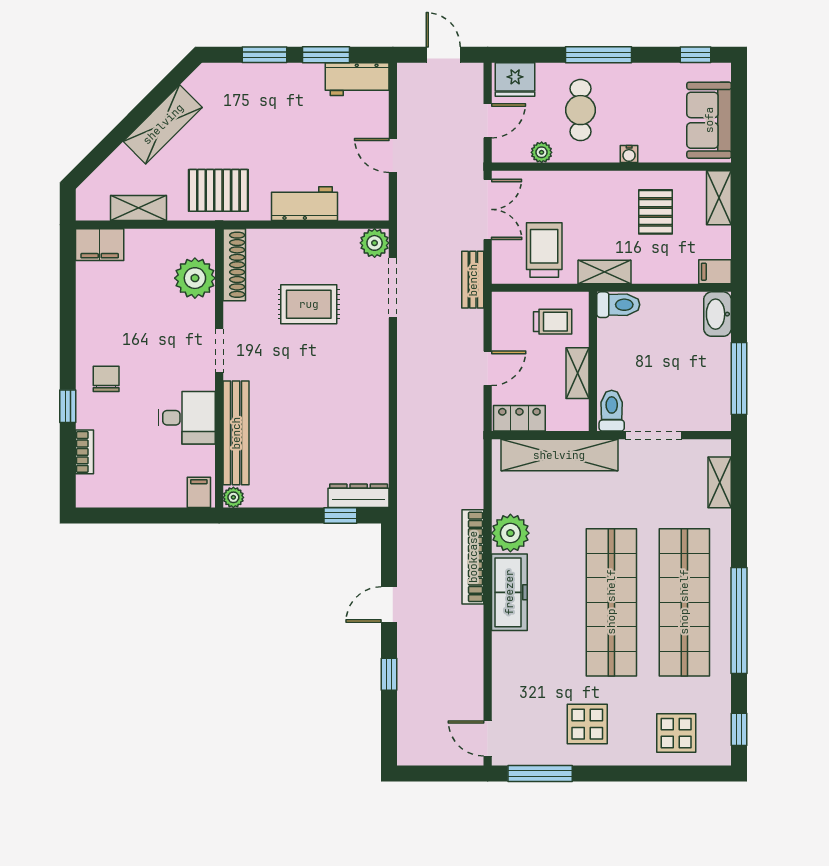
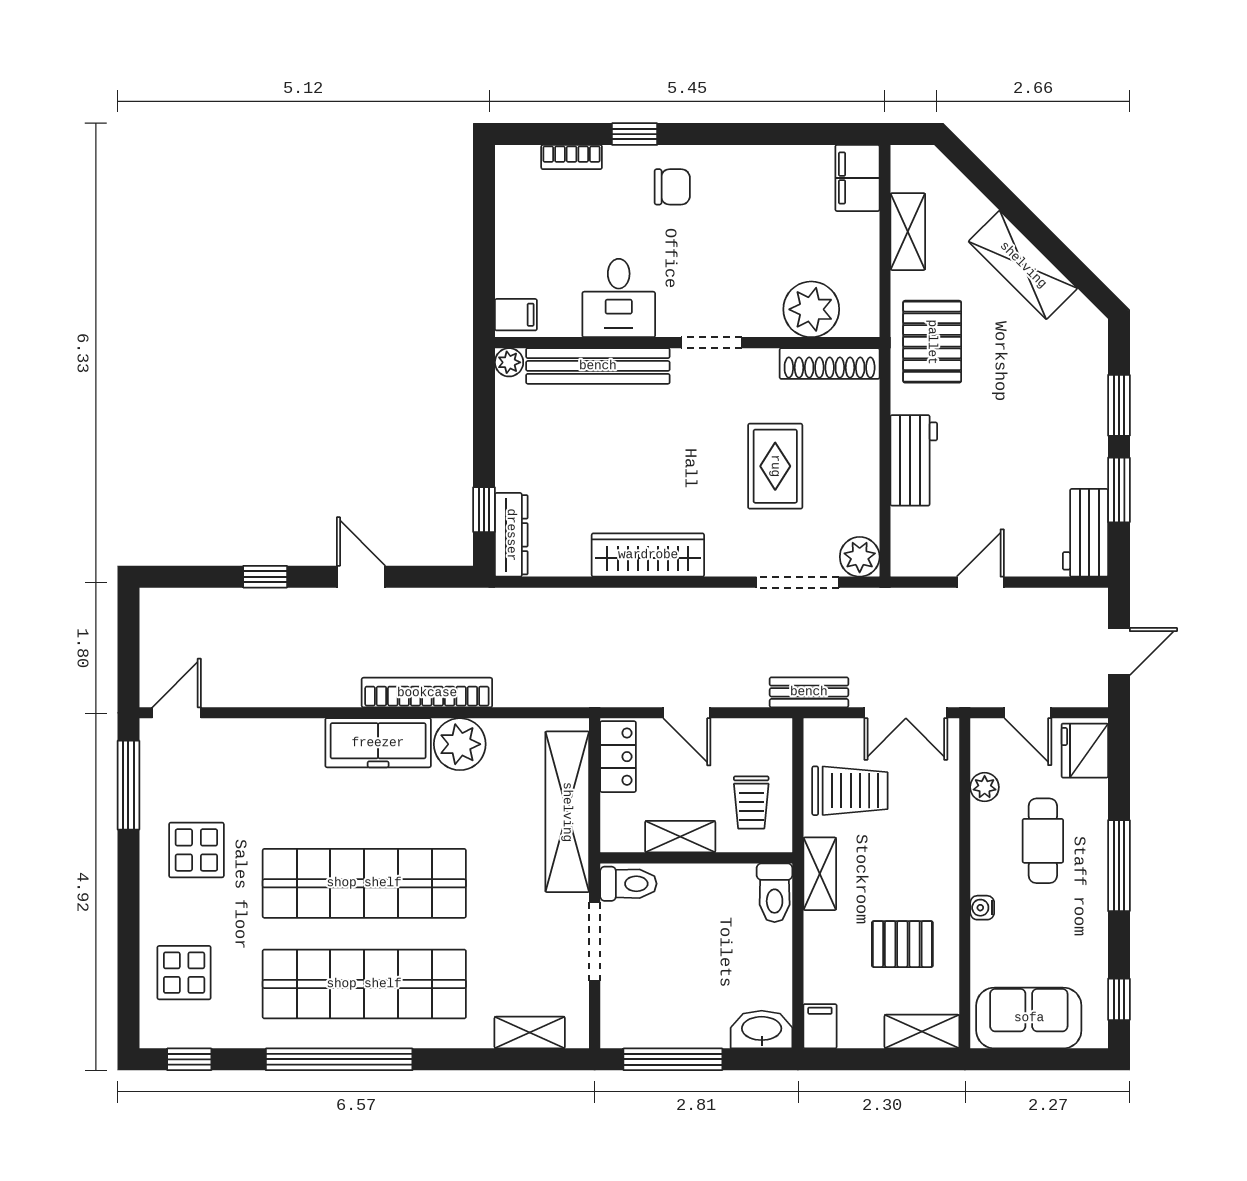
cafe table: (581, 110) -> (1043, 841), turned 90
wardrobe: (373, 397) -> (648, 555), added

